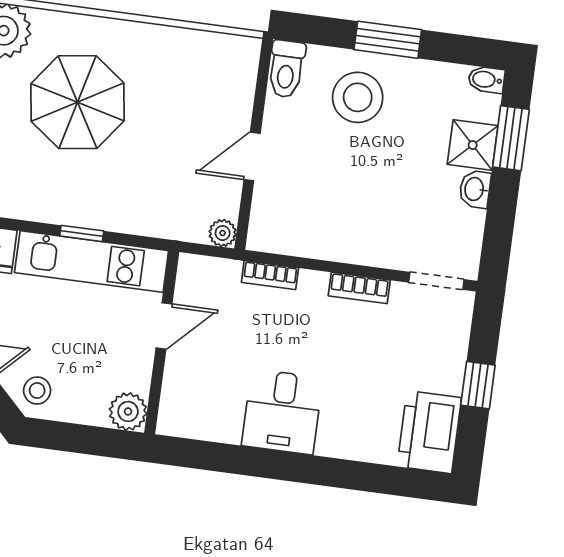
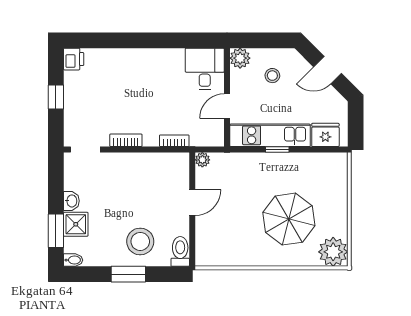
stool: (37, 390) -> (272, 76), moved
desk: (282, 412) -> (205, 69), moved
printer: (429, 432) -> (74, 59), width x0.53, depth x0.68

